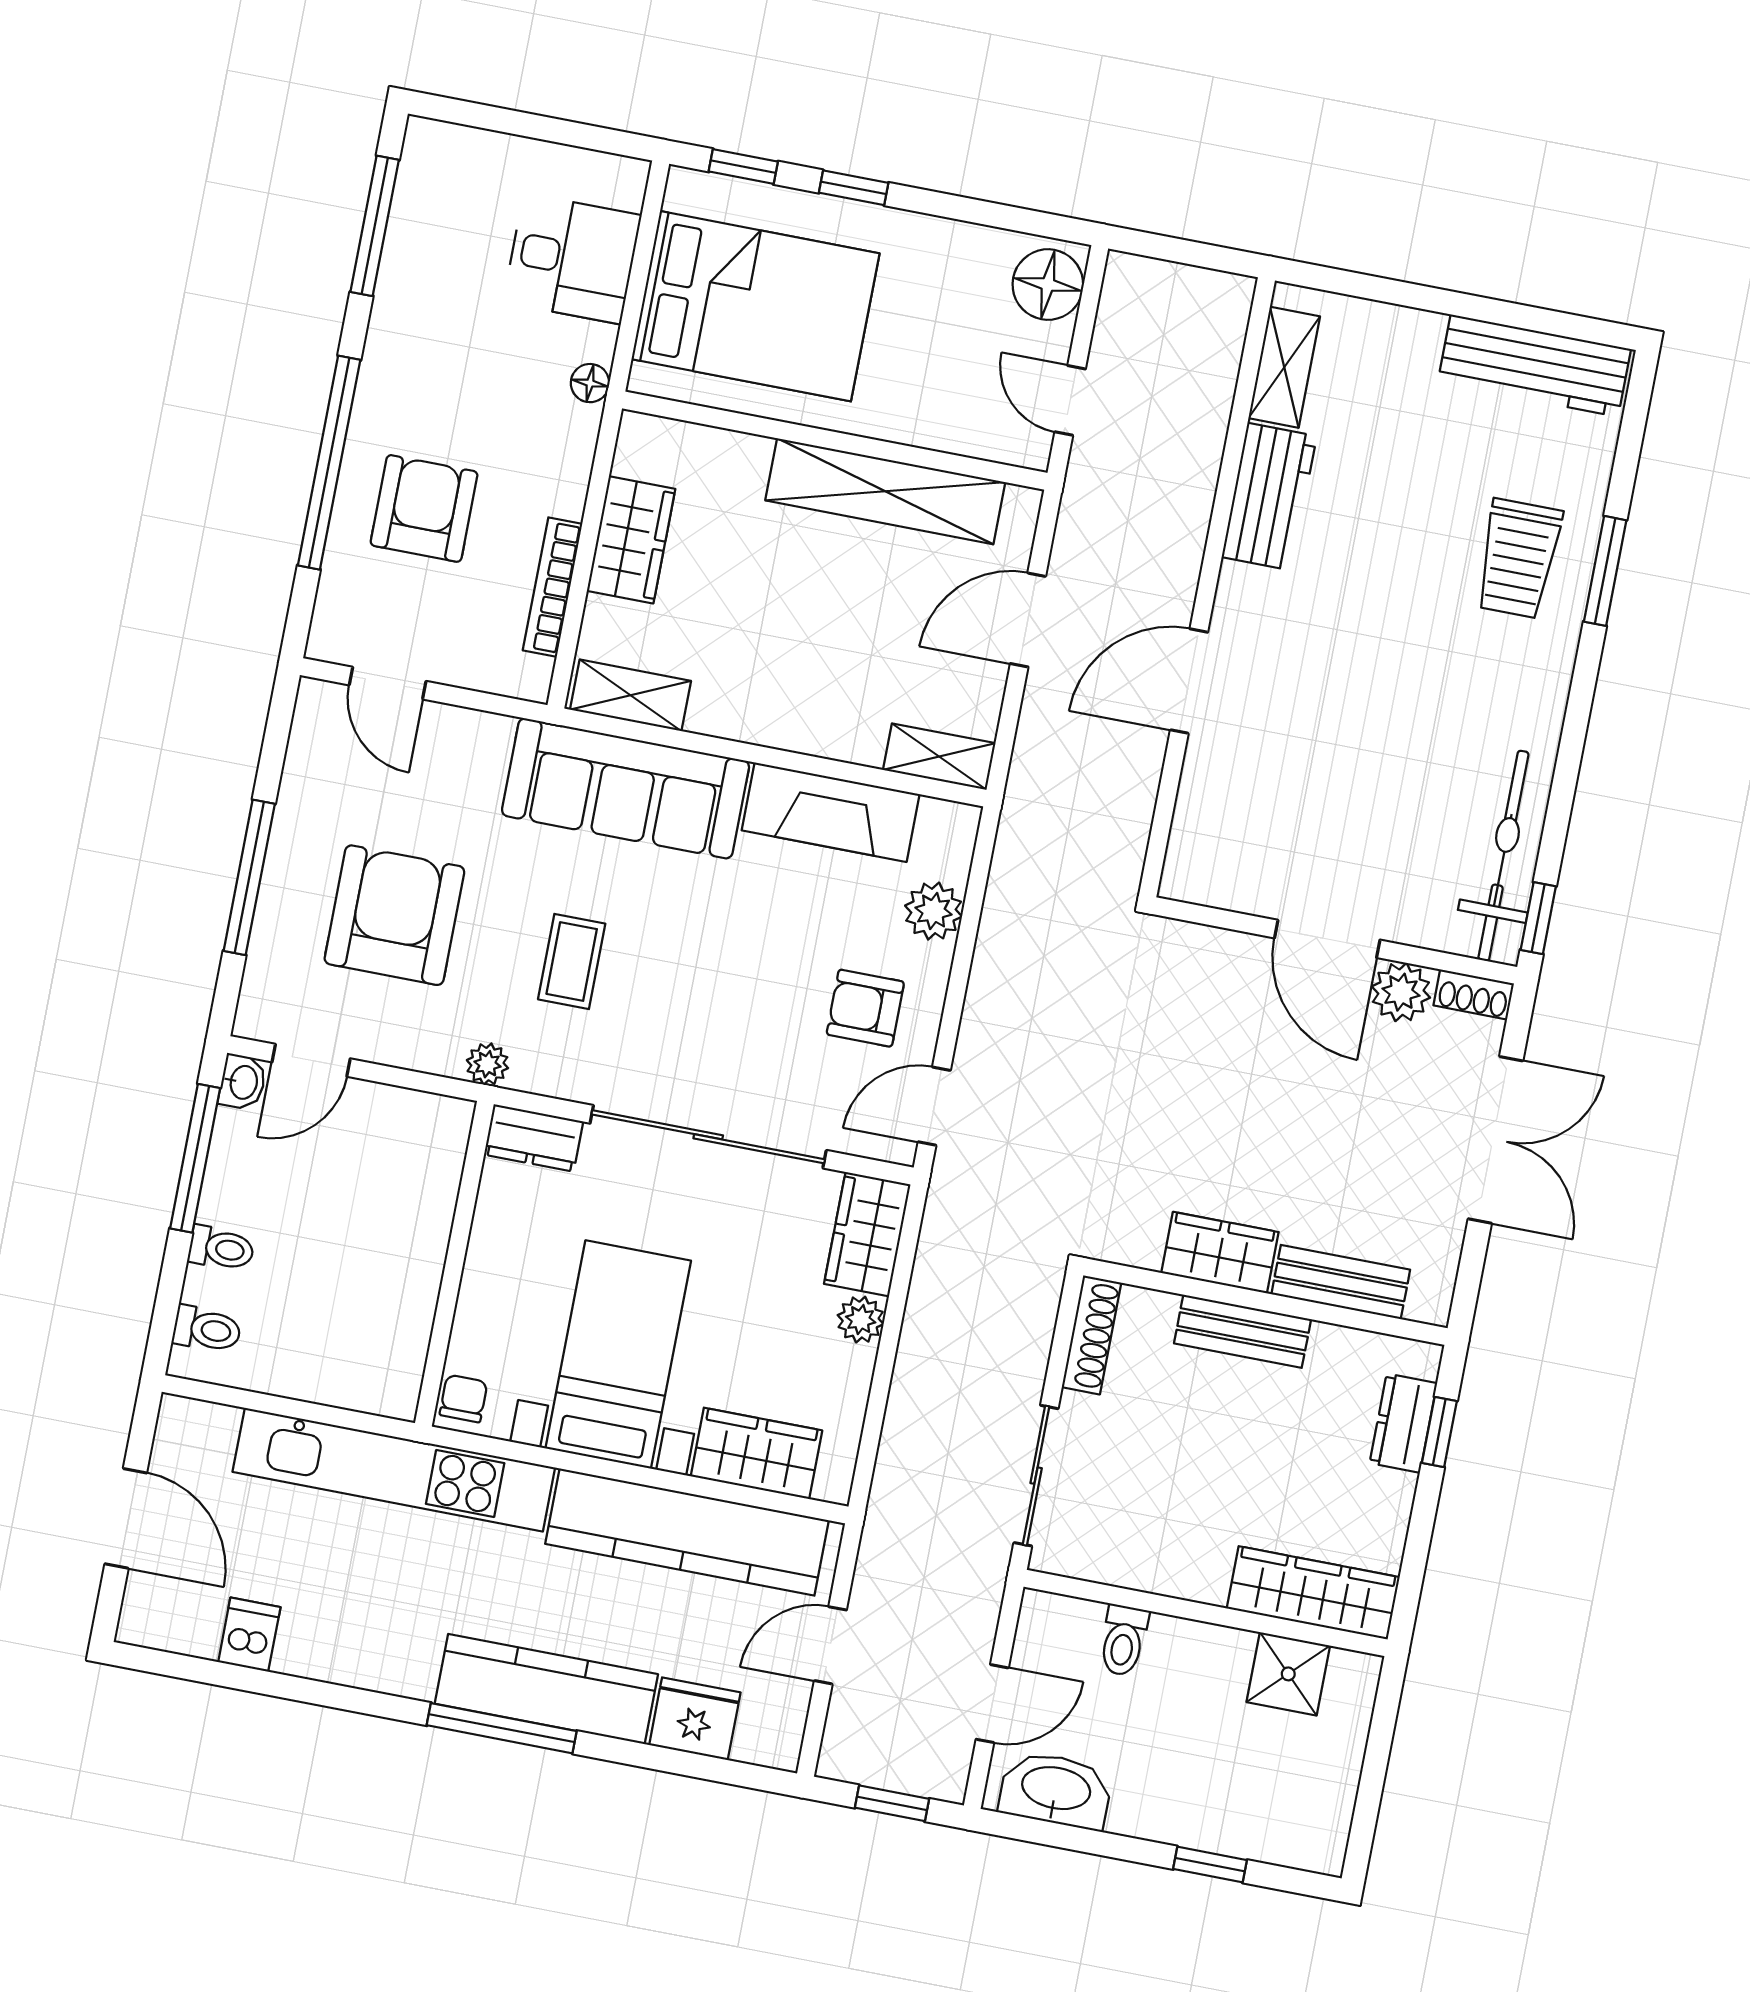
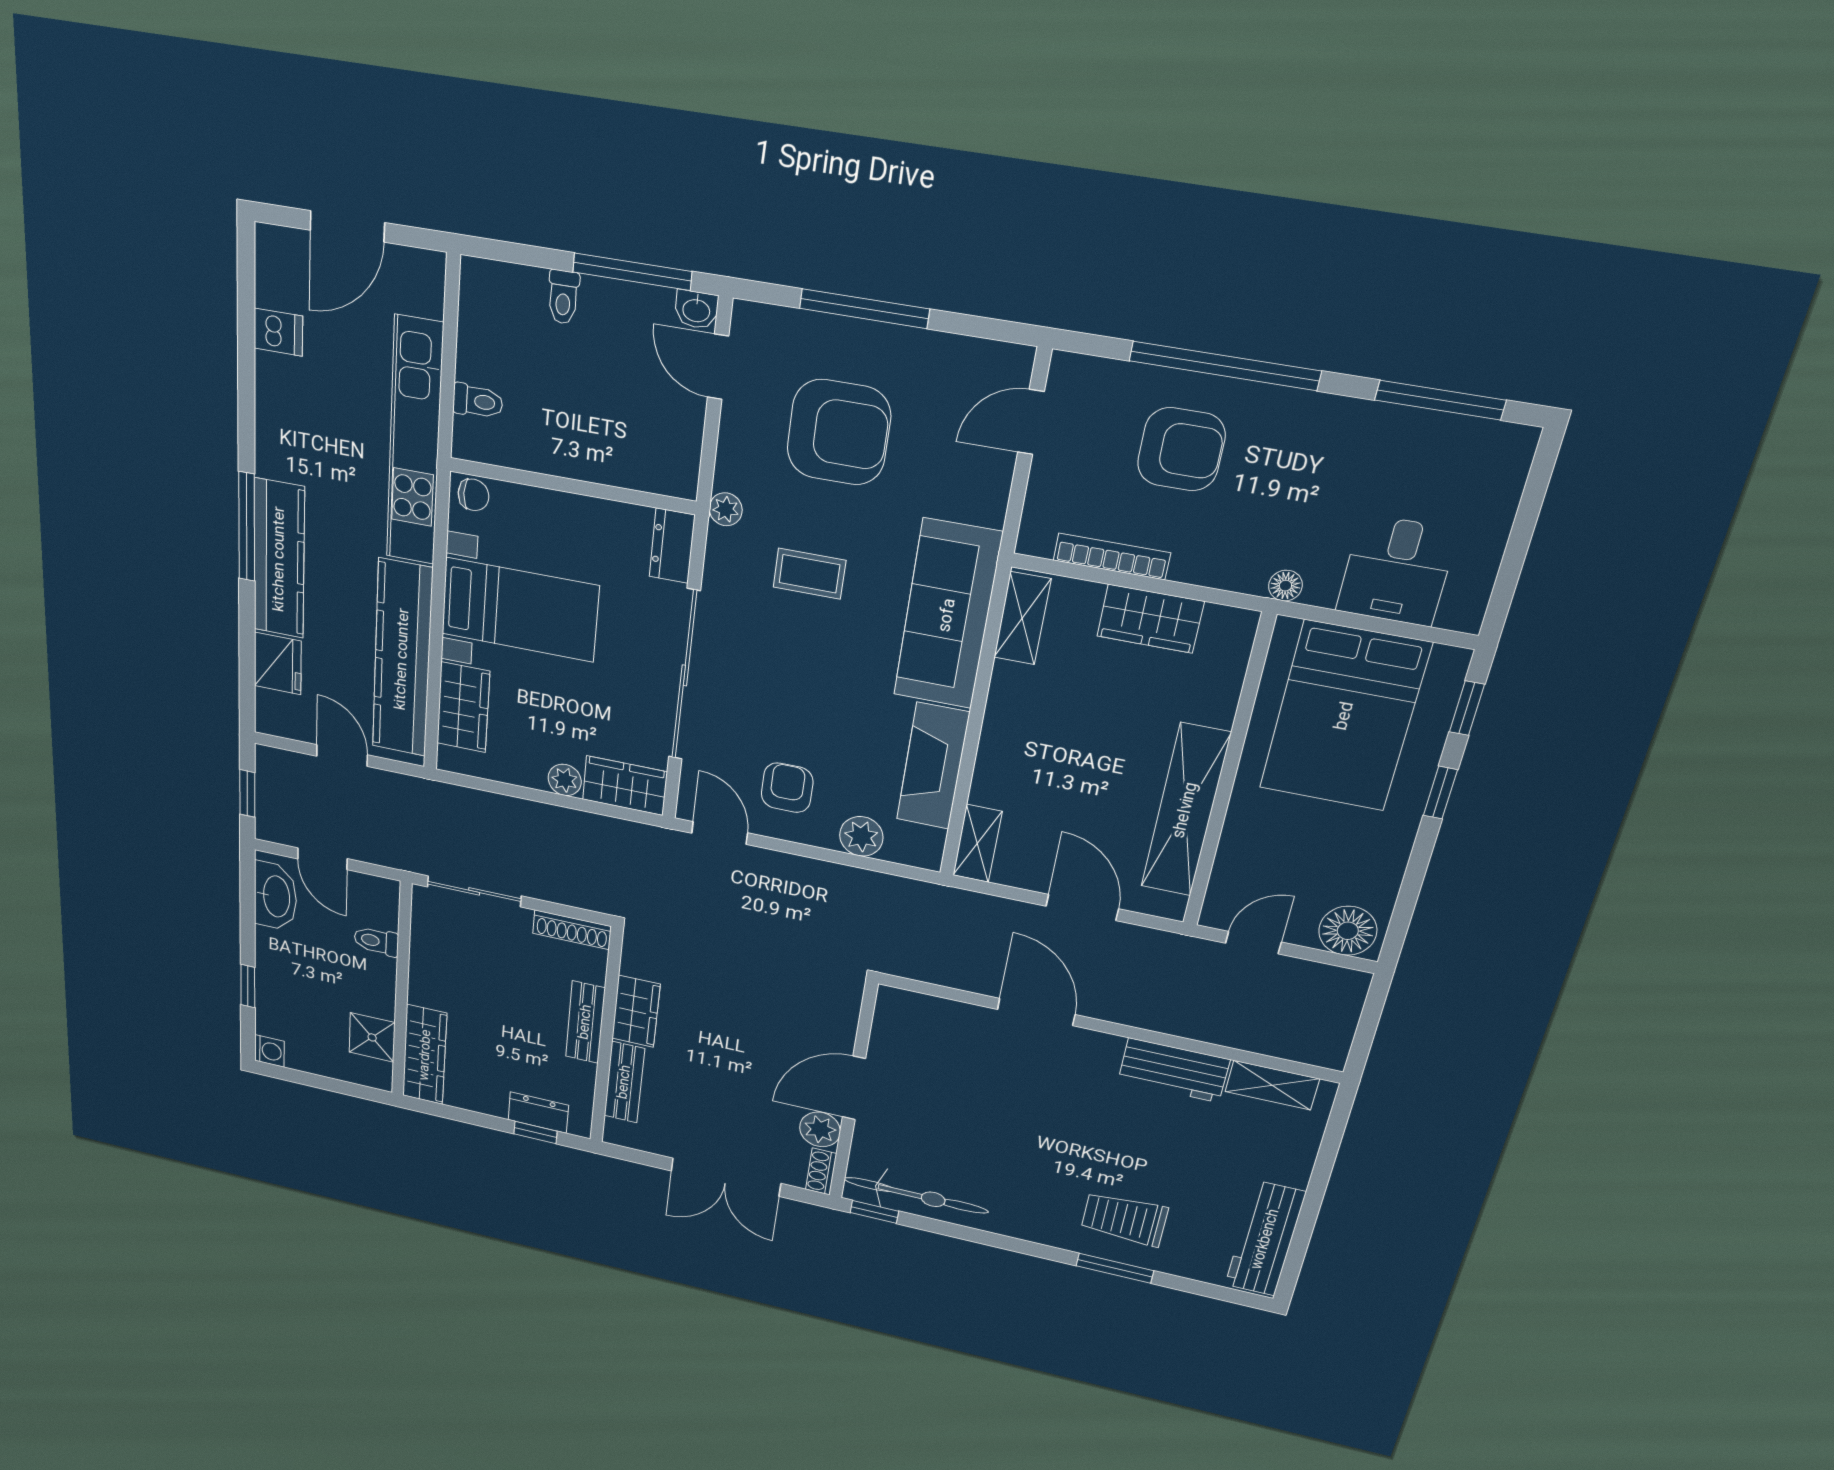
toilet: (207, 1329) -> (478, 401), moved, turned -90
washing machine: (1323, 1850) -> (269, 1051), added

